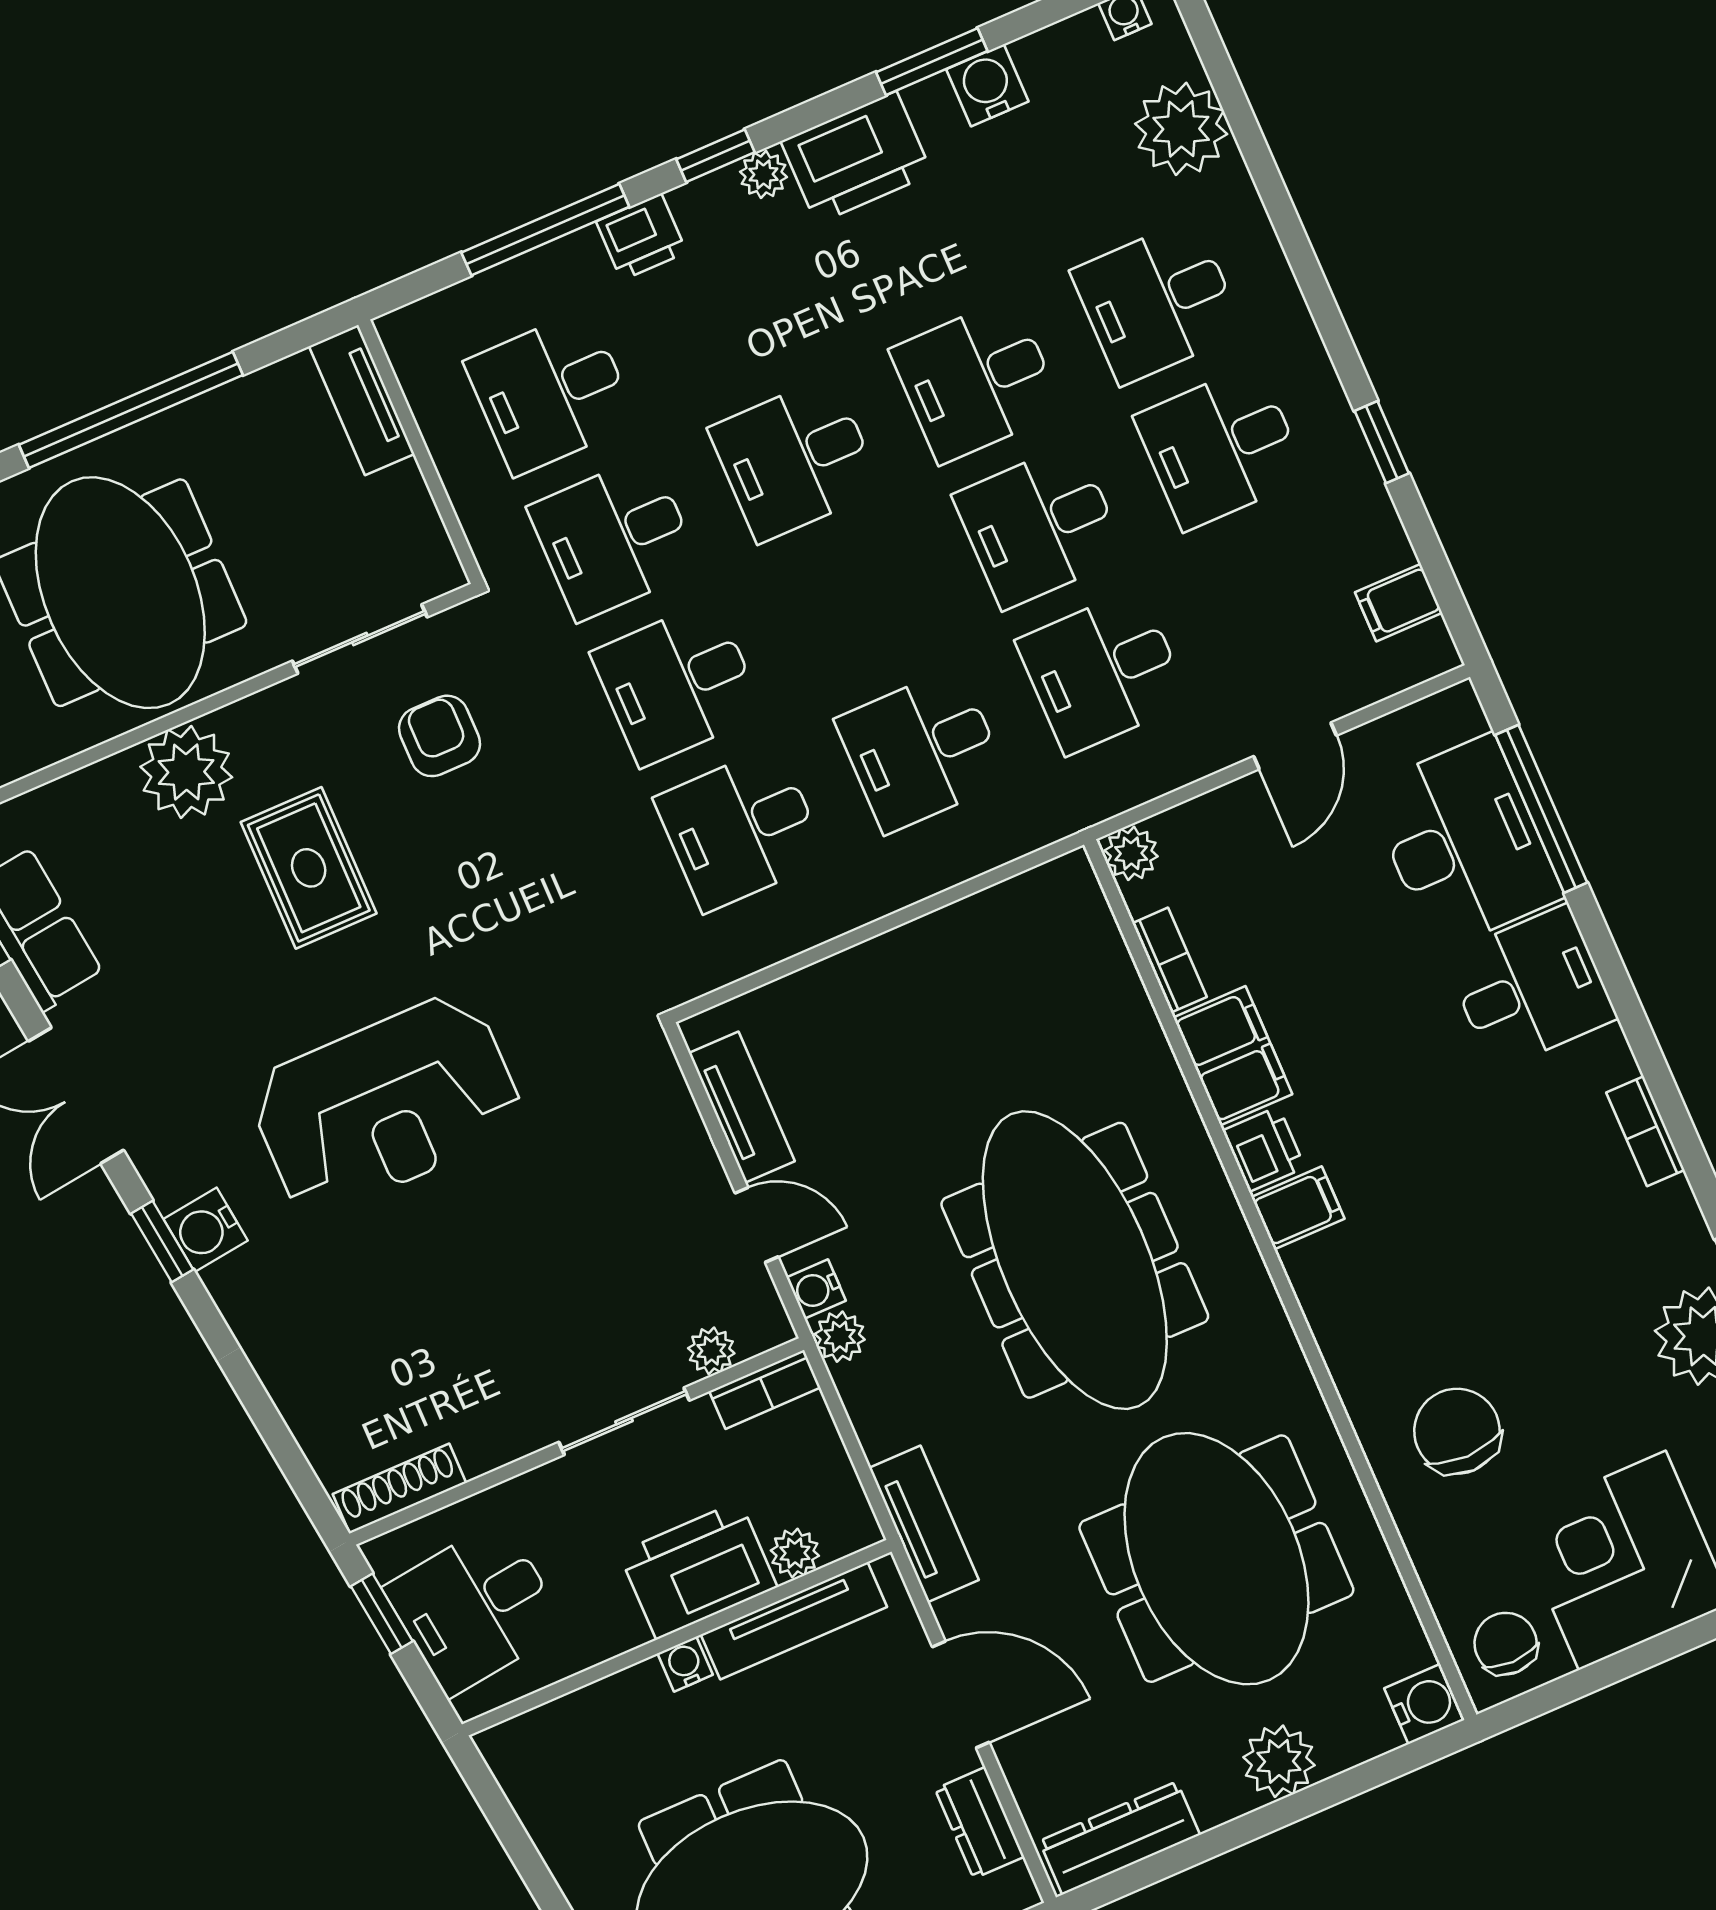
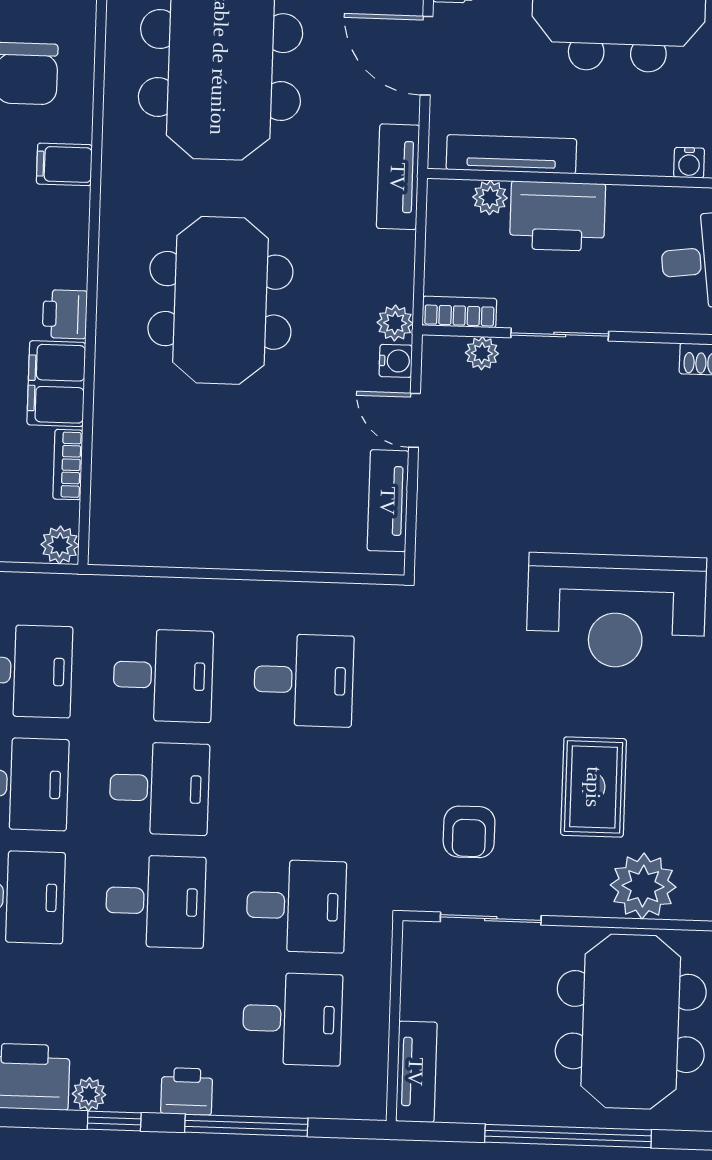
desk: (677, 683) -> (159, 788), moved
reception desk: (386, 1105) -> (616, 611), turned 180
filing cabinet: (1298, 1208) -> (64, 164), moved
meeting table: (1075, 1260) -> (220, 300), width x0.73
water cooler: (685, 1664) -> (689, 163), moved

